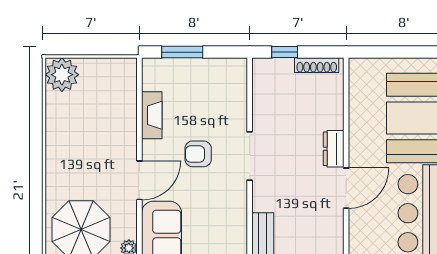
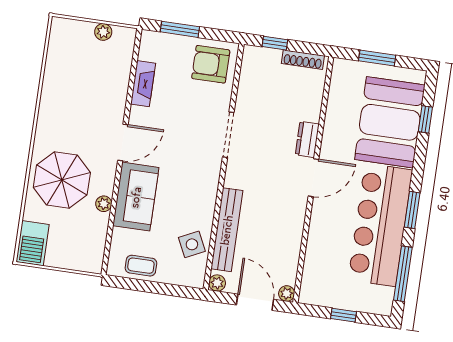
window: (395, 52) -> (377, 58), added
plant: (62, 75) -> (103, 32), moved, width x0.53, depth x0.53
armchair: (198, 154) -> (211, 64), moved, width x1.38, depth x1.38

